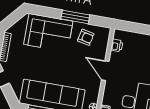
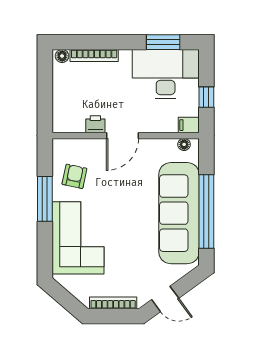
printer: (117, 45) -> (95, 124), moved

